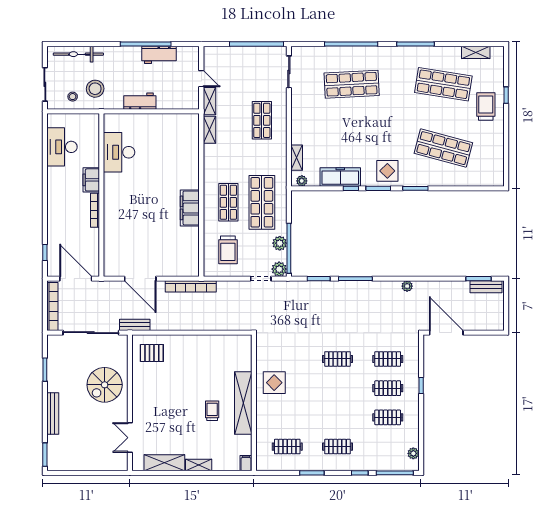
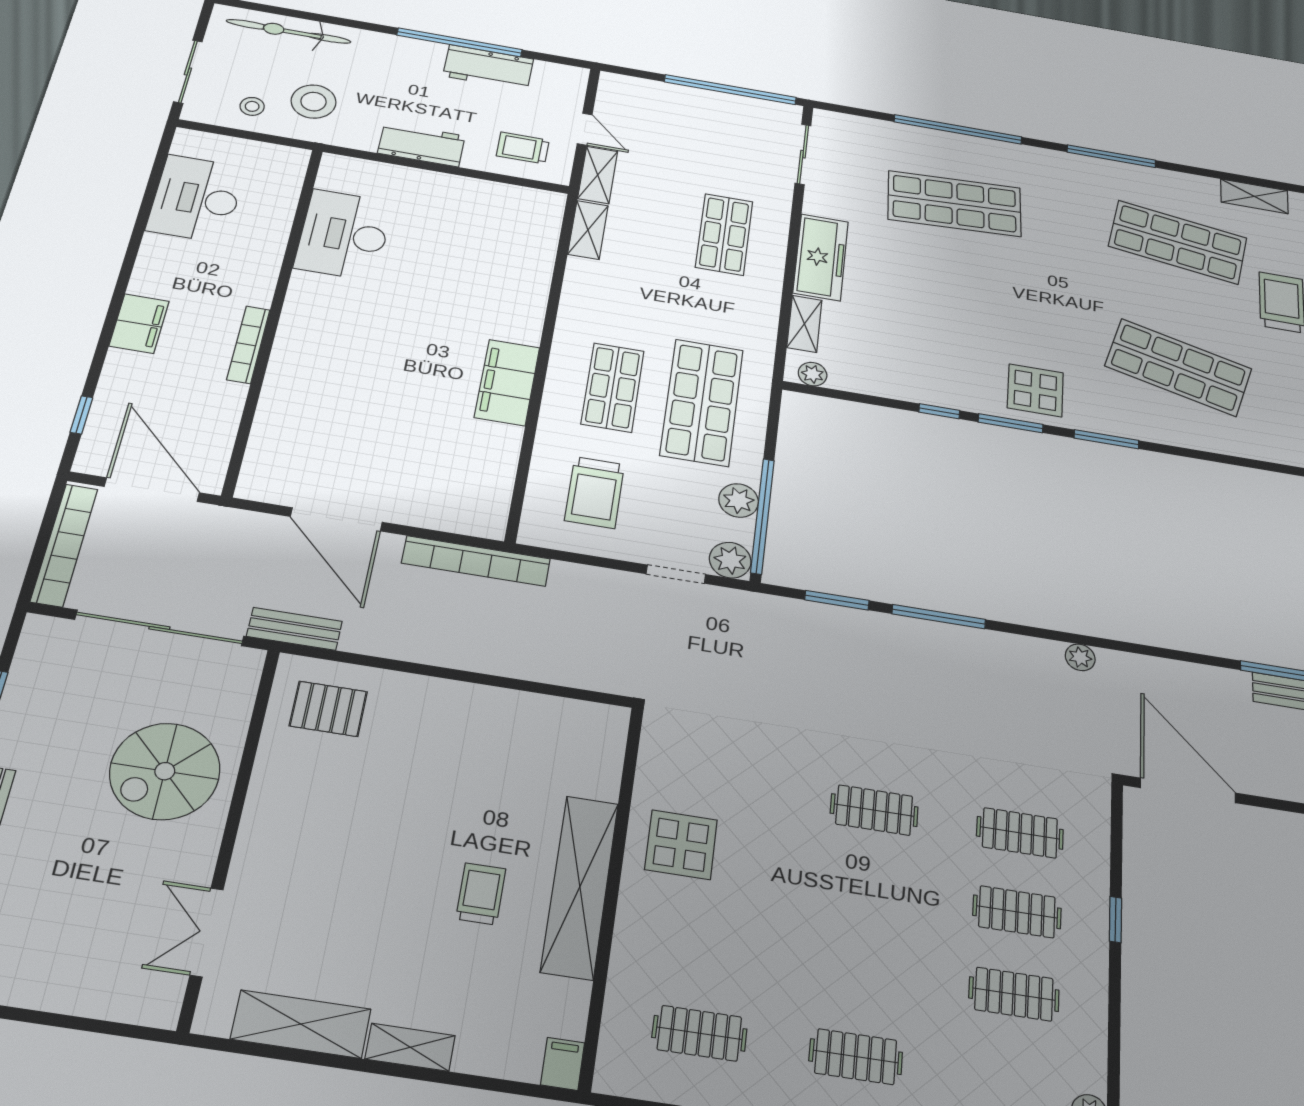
trolley: (179, 94) -> (523, 148), added
freezer: (340, 177) -> (821, 257), moved, turned 90
filing cabinet: (91, 180) -> (139, 324), moved, turned 180

